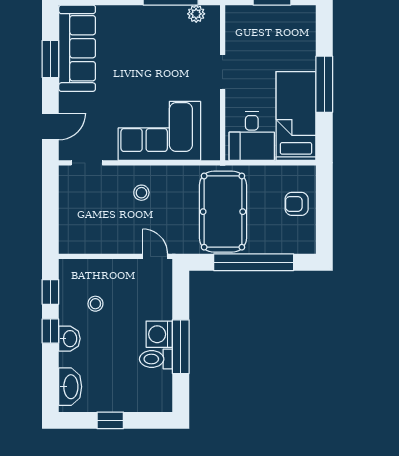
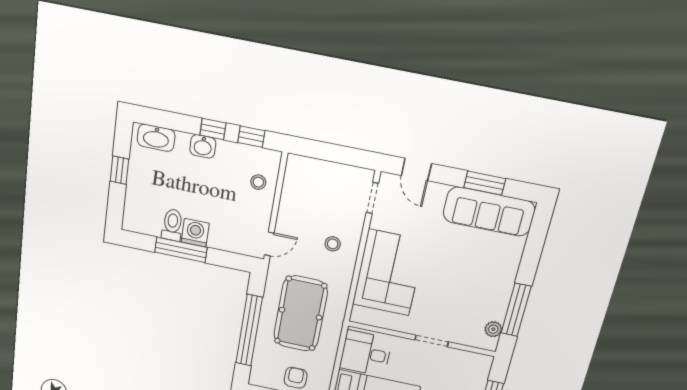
pool table: (223, 212) -> (300, 314), turned 90
stool: (95, 304) -> (258, 182), moved

